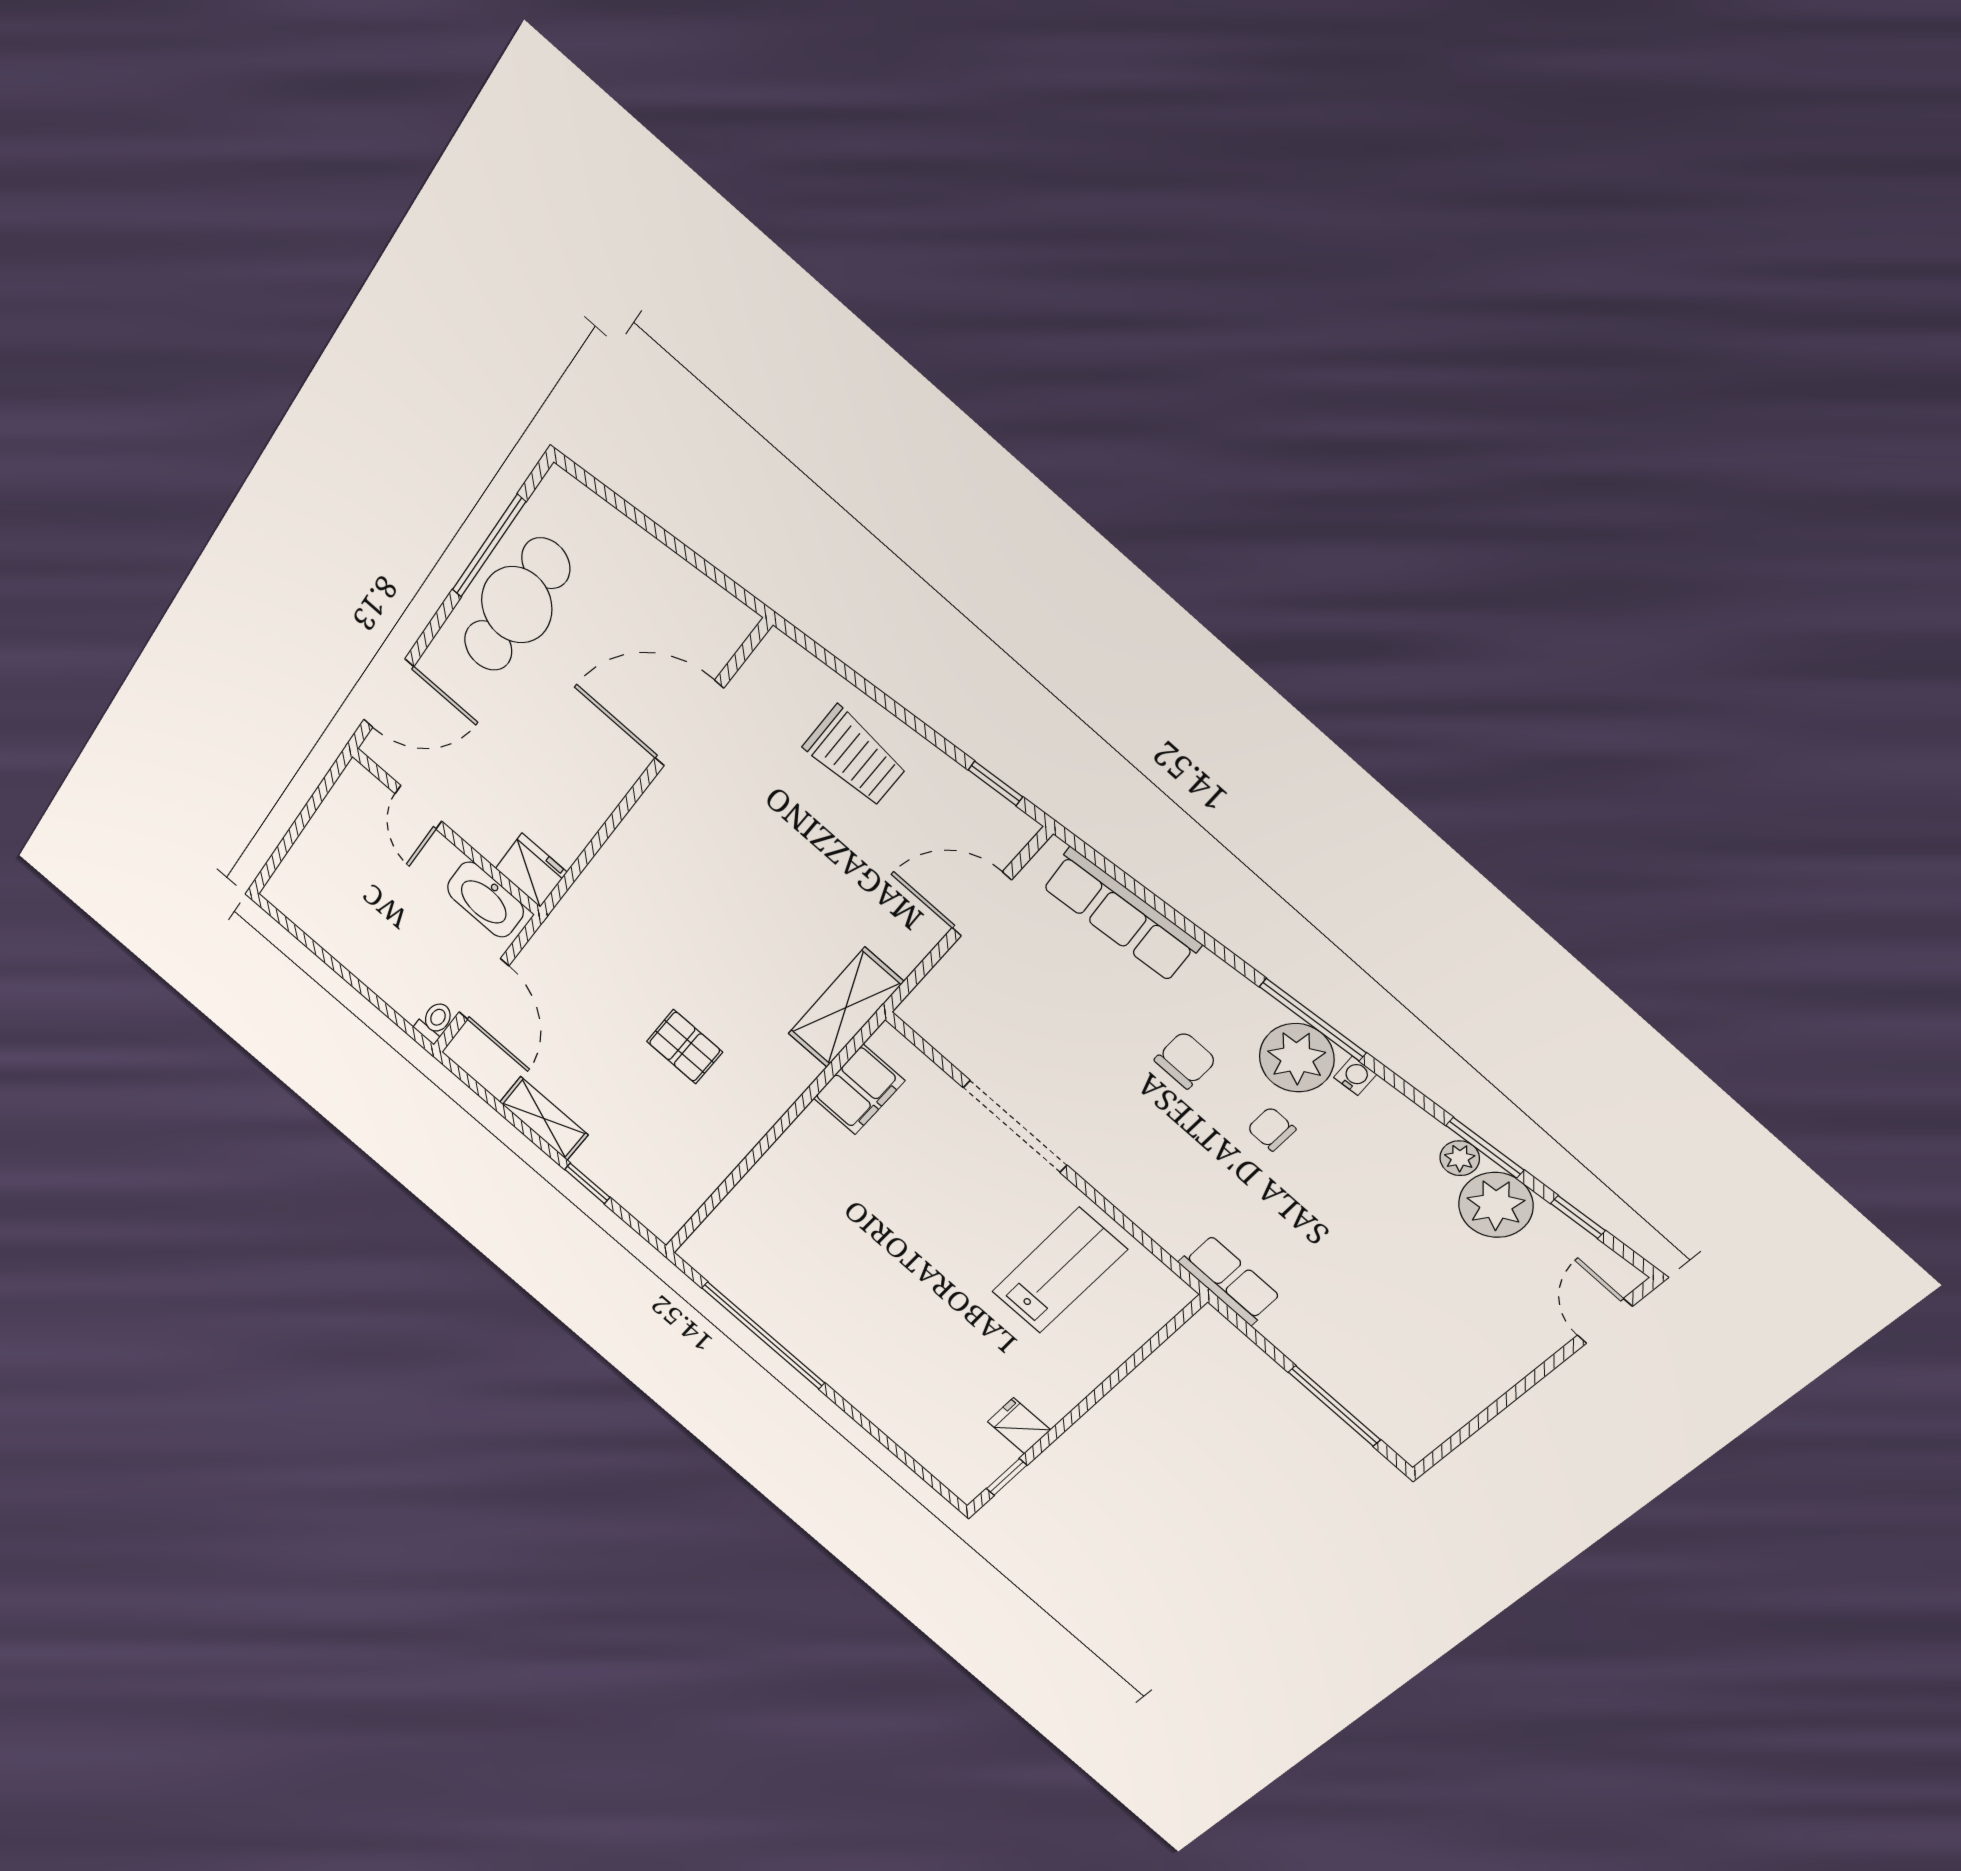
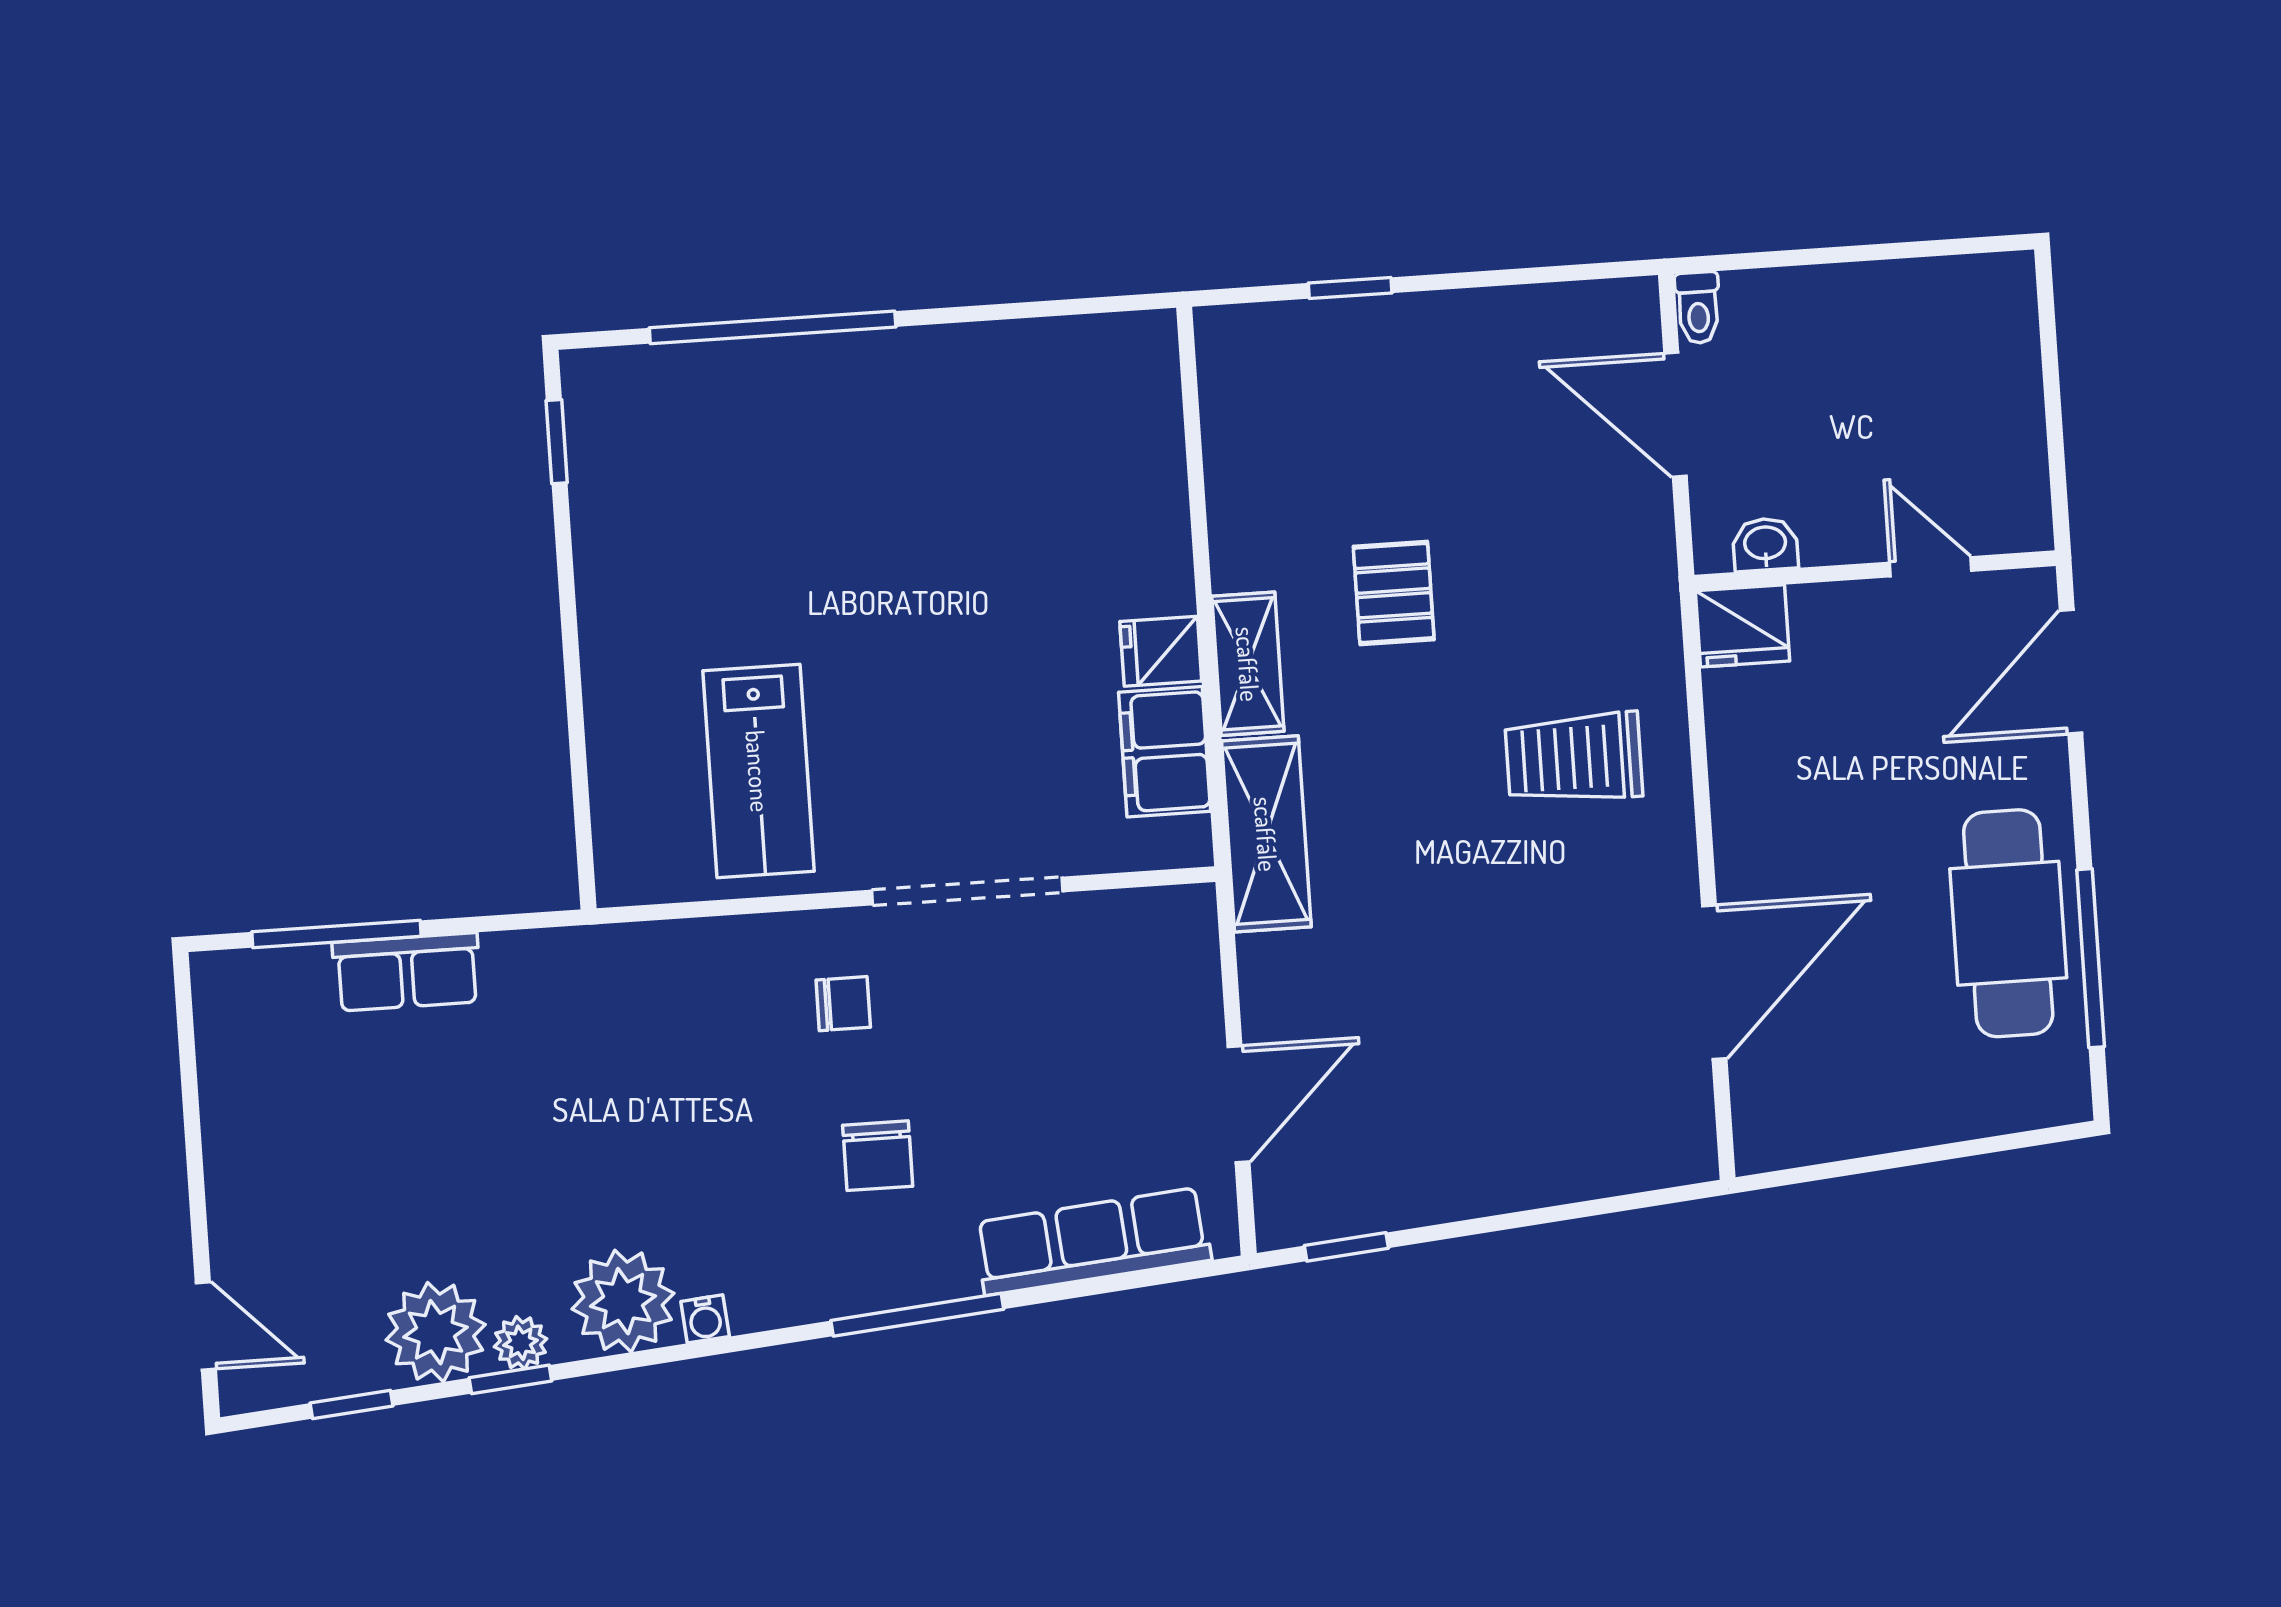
trolley: (855, 756) -> (1574, 758), moved
washbasin: (486, 900) -> (1765, 544), width x0.52, depth x0.69
window: (1313, 1020) -> (917, 1315), moved
pallet: (685, 1047) -> (1394, 593), turned 90
plant: (1297, 1058) -> (623, 1301), moved
shelving: (544, 1119) -> (1248, 664), moved, turned 90
chair: (1272, 1129) -> (843, 1004), moved
window: (1485, 1148) -> (510, 1379), width x0.67
row of seats: (1230, 1280) -> (407, 972), moved
window: (763, 1335) -> (773, 327), moved
fridge: (1019, 1426) -> (1161, 651), moved, turned 180

